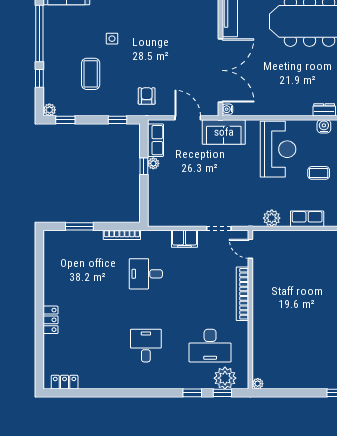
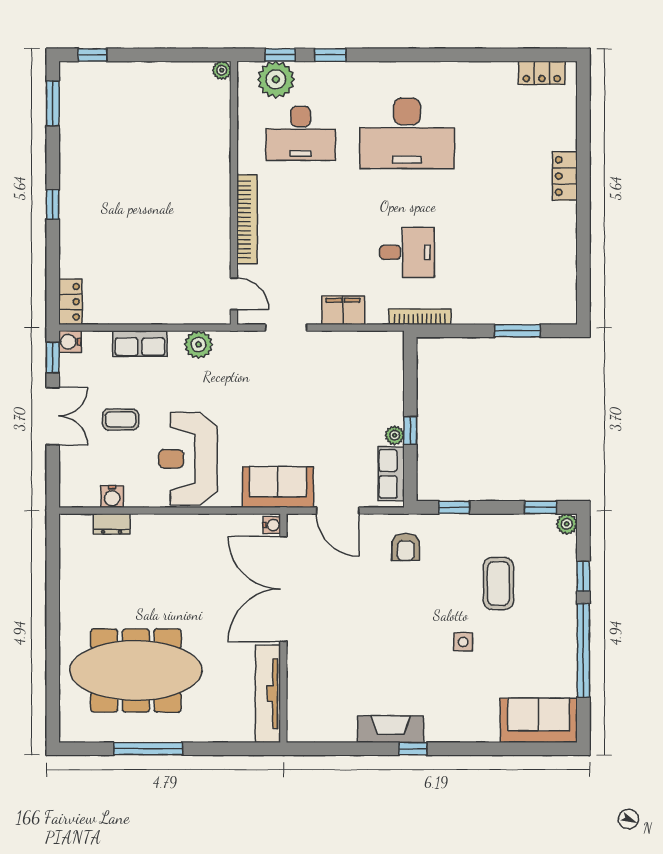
bookcase: (122, 235) -> (420, 317), moved
desk: (146, 346) -> (407, 133), width x1.87, depth x1.30
desk: (210, 346) -> (301, 133), turned 180

